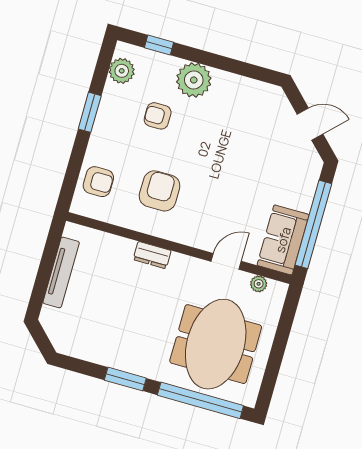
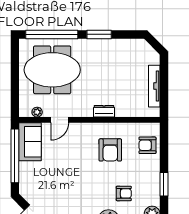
meeting table: (216, 344) -> (52, 70), turned 90

